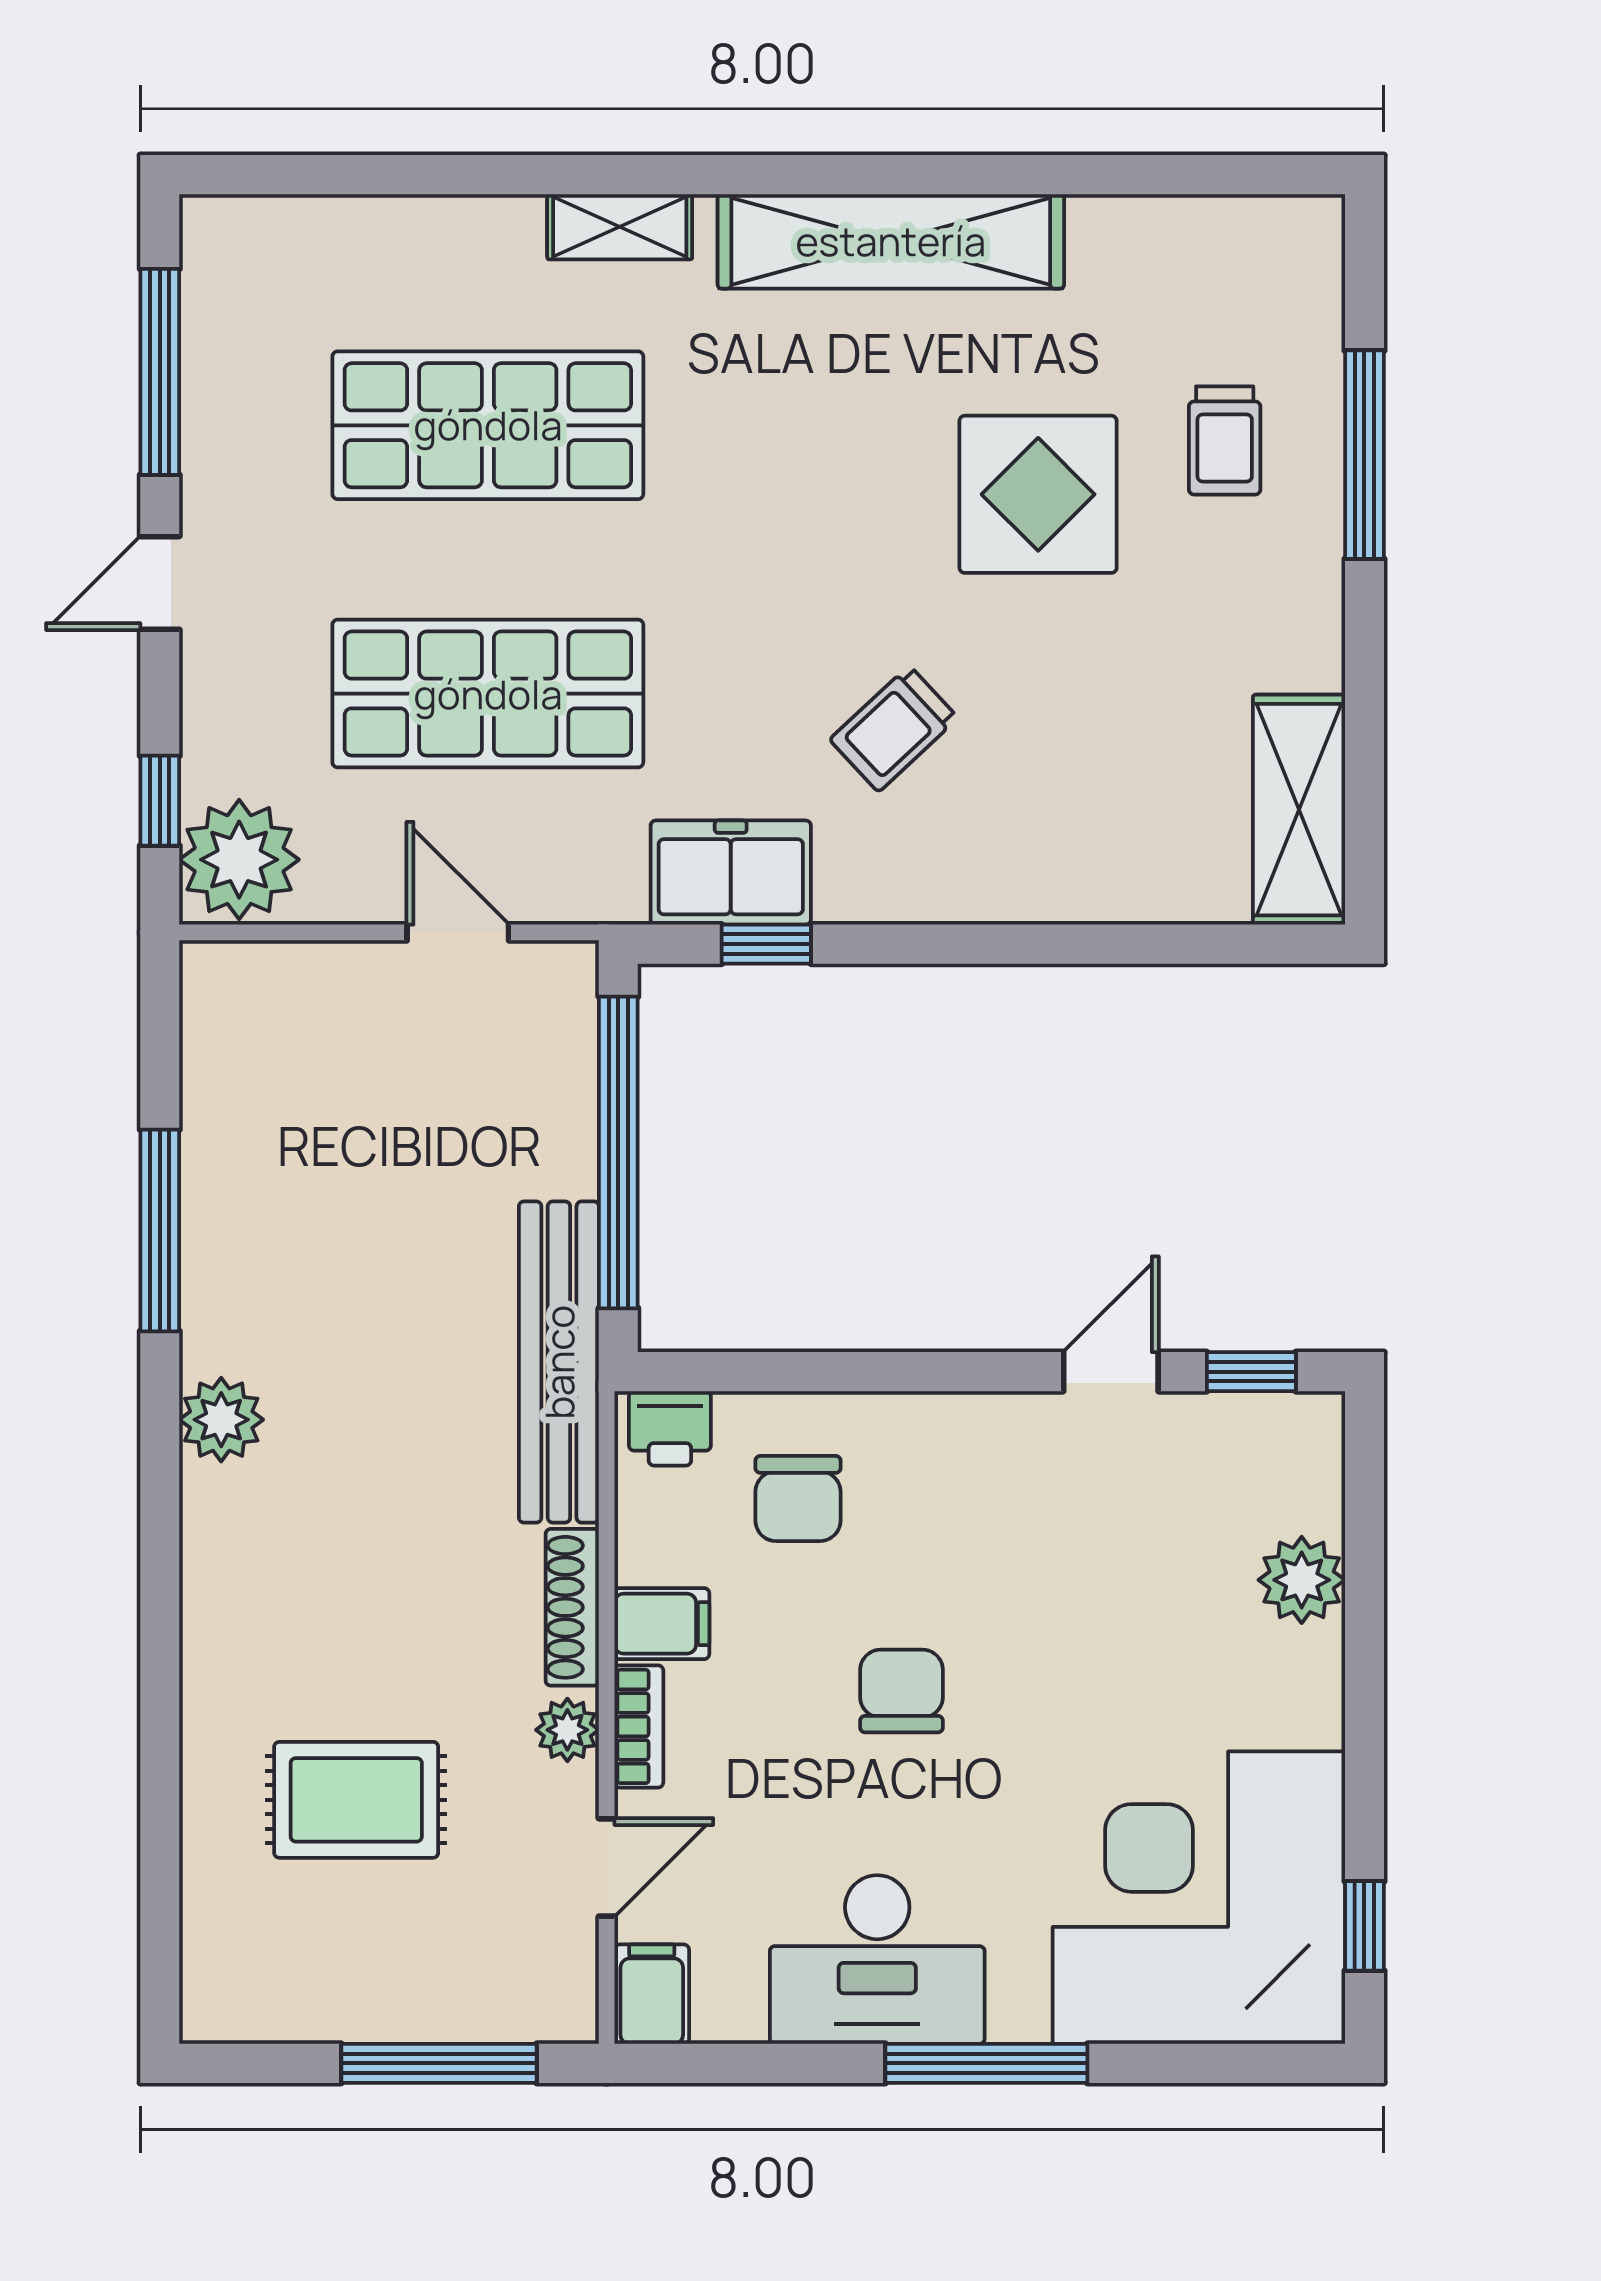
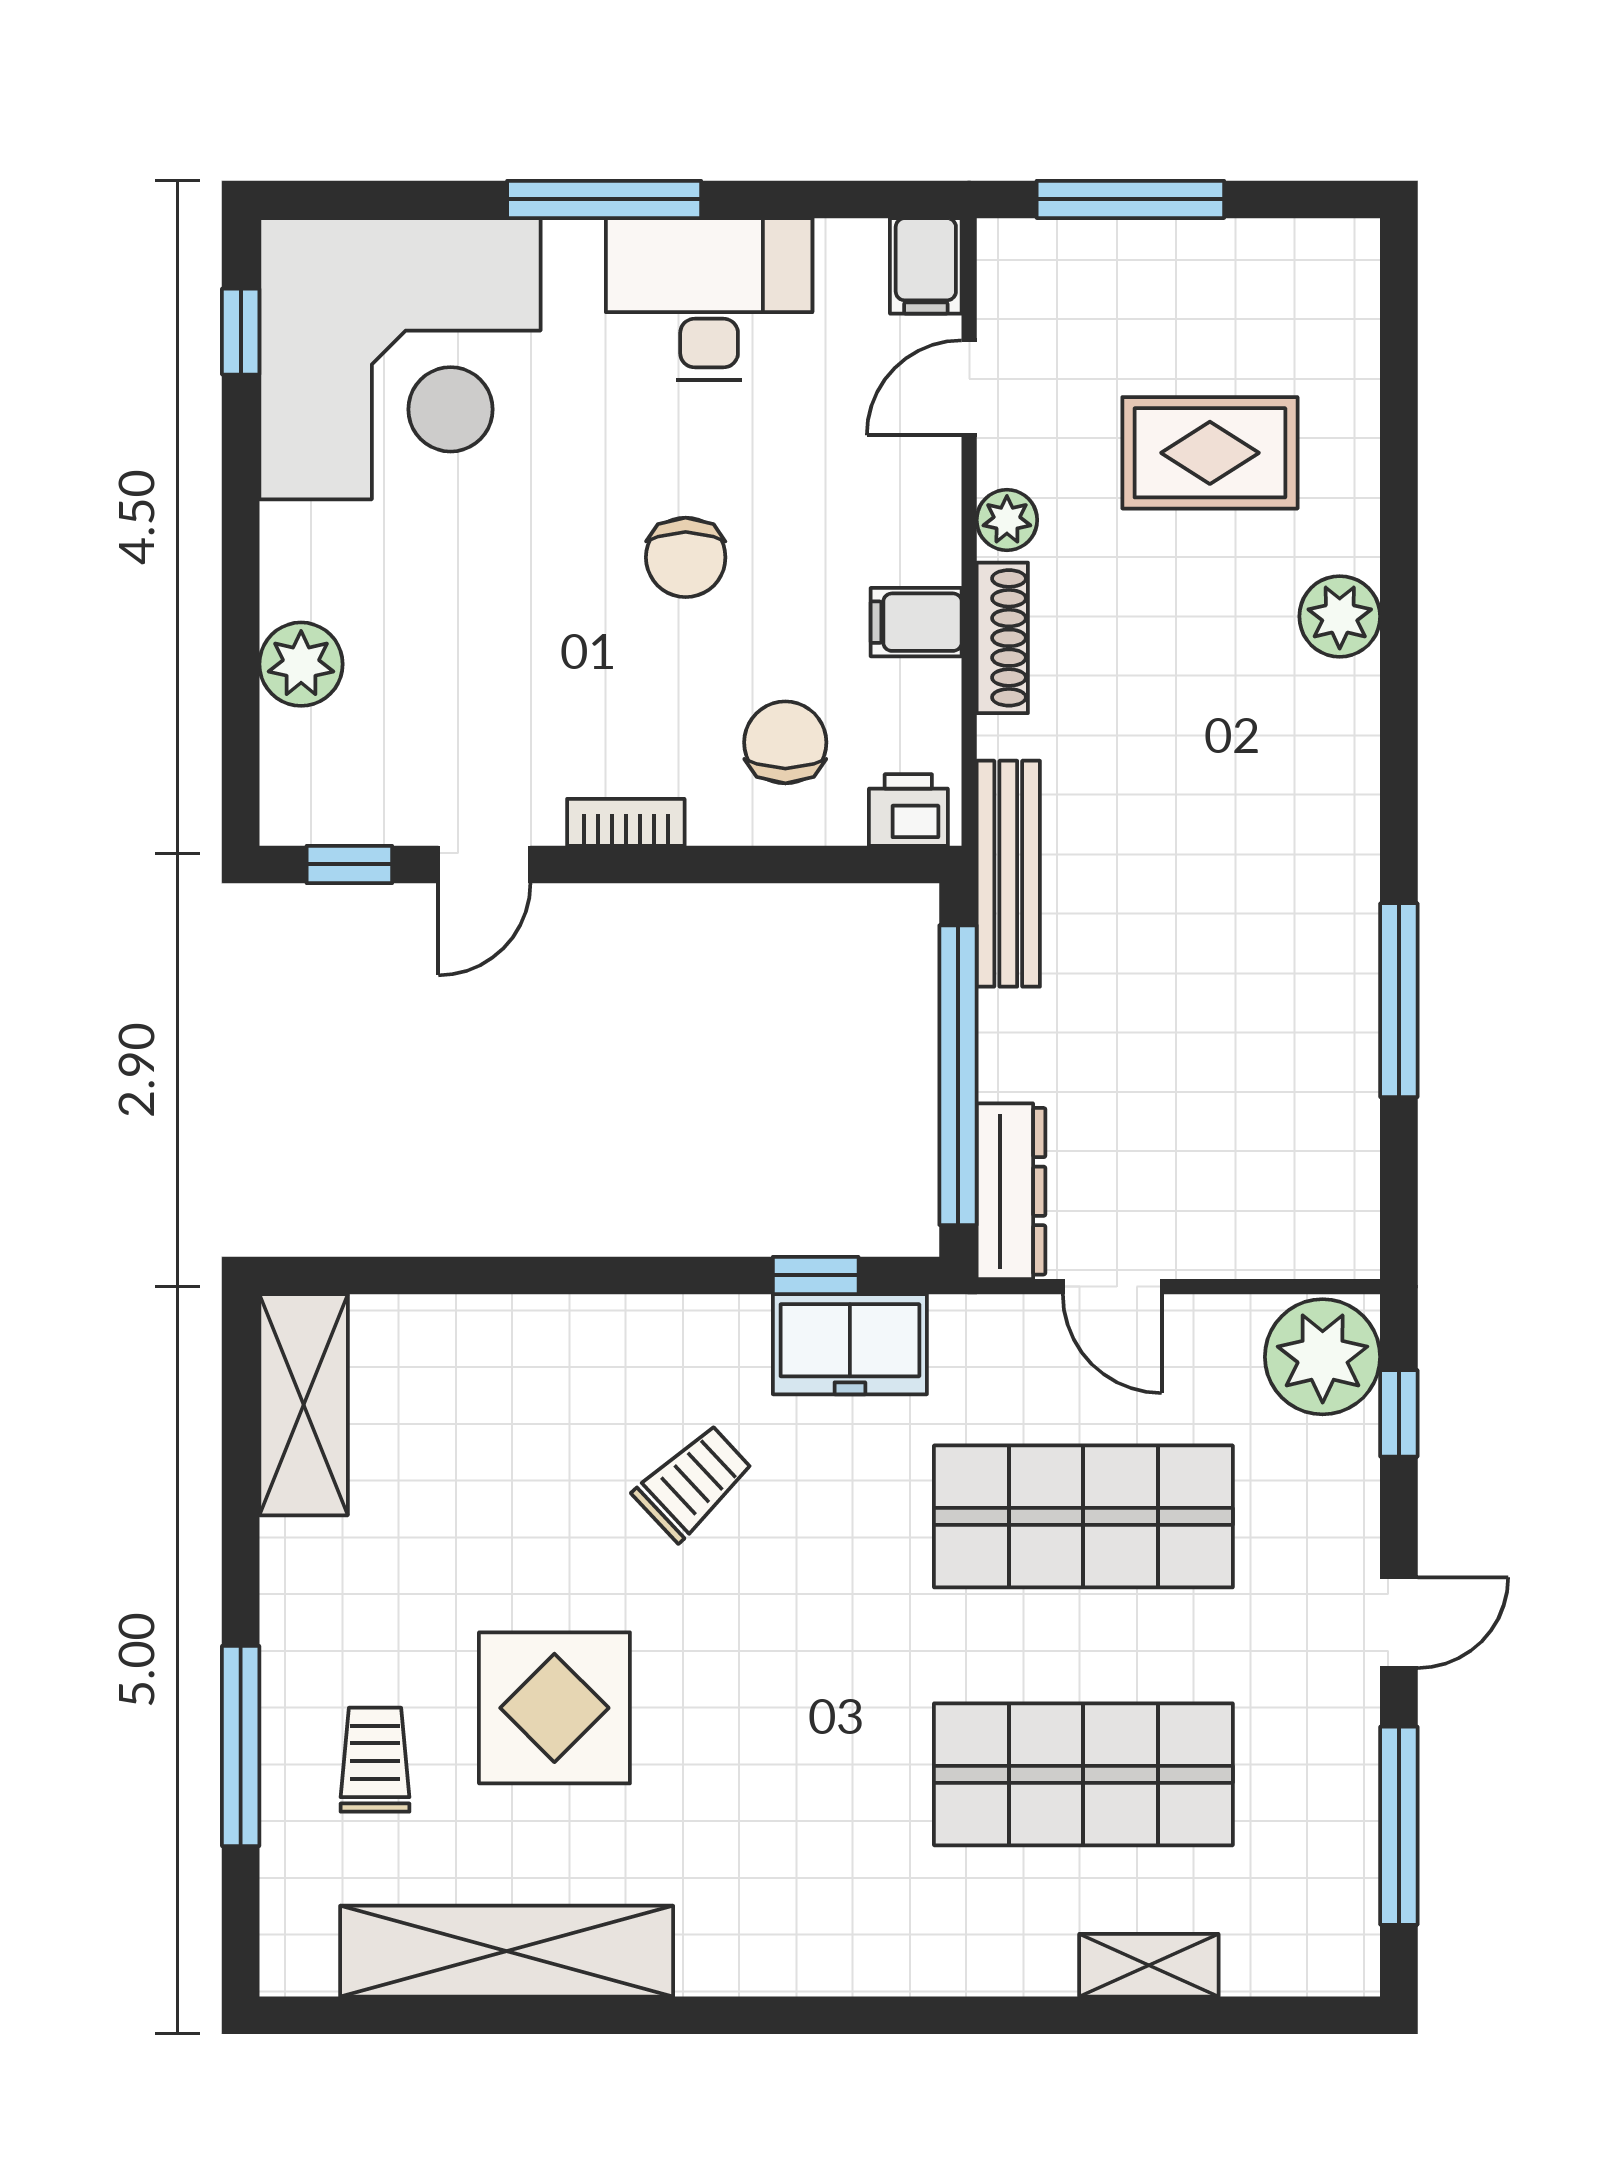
shelving: (620, 227) -> (1149, 1965), moved
shelving: (891, 241) -> (507, 1951), moved
dresser: (563, 1032) -> (1011, 1191), added
bench: (559, 1362) -> (1008, 874), width x0.73, depth x0.82
plant: (221, 1420) -> (1340, 616), moved
bookcase: (639, 1726) -> (626, 822), moved, turned 90

